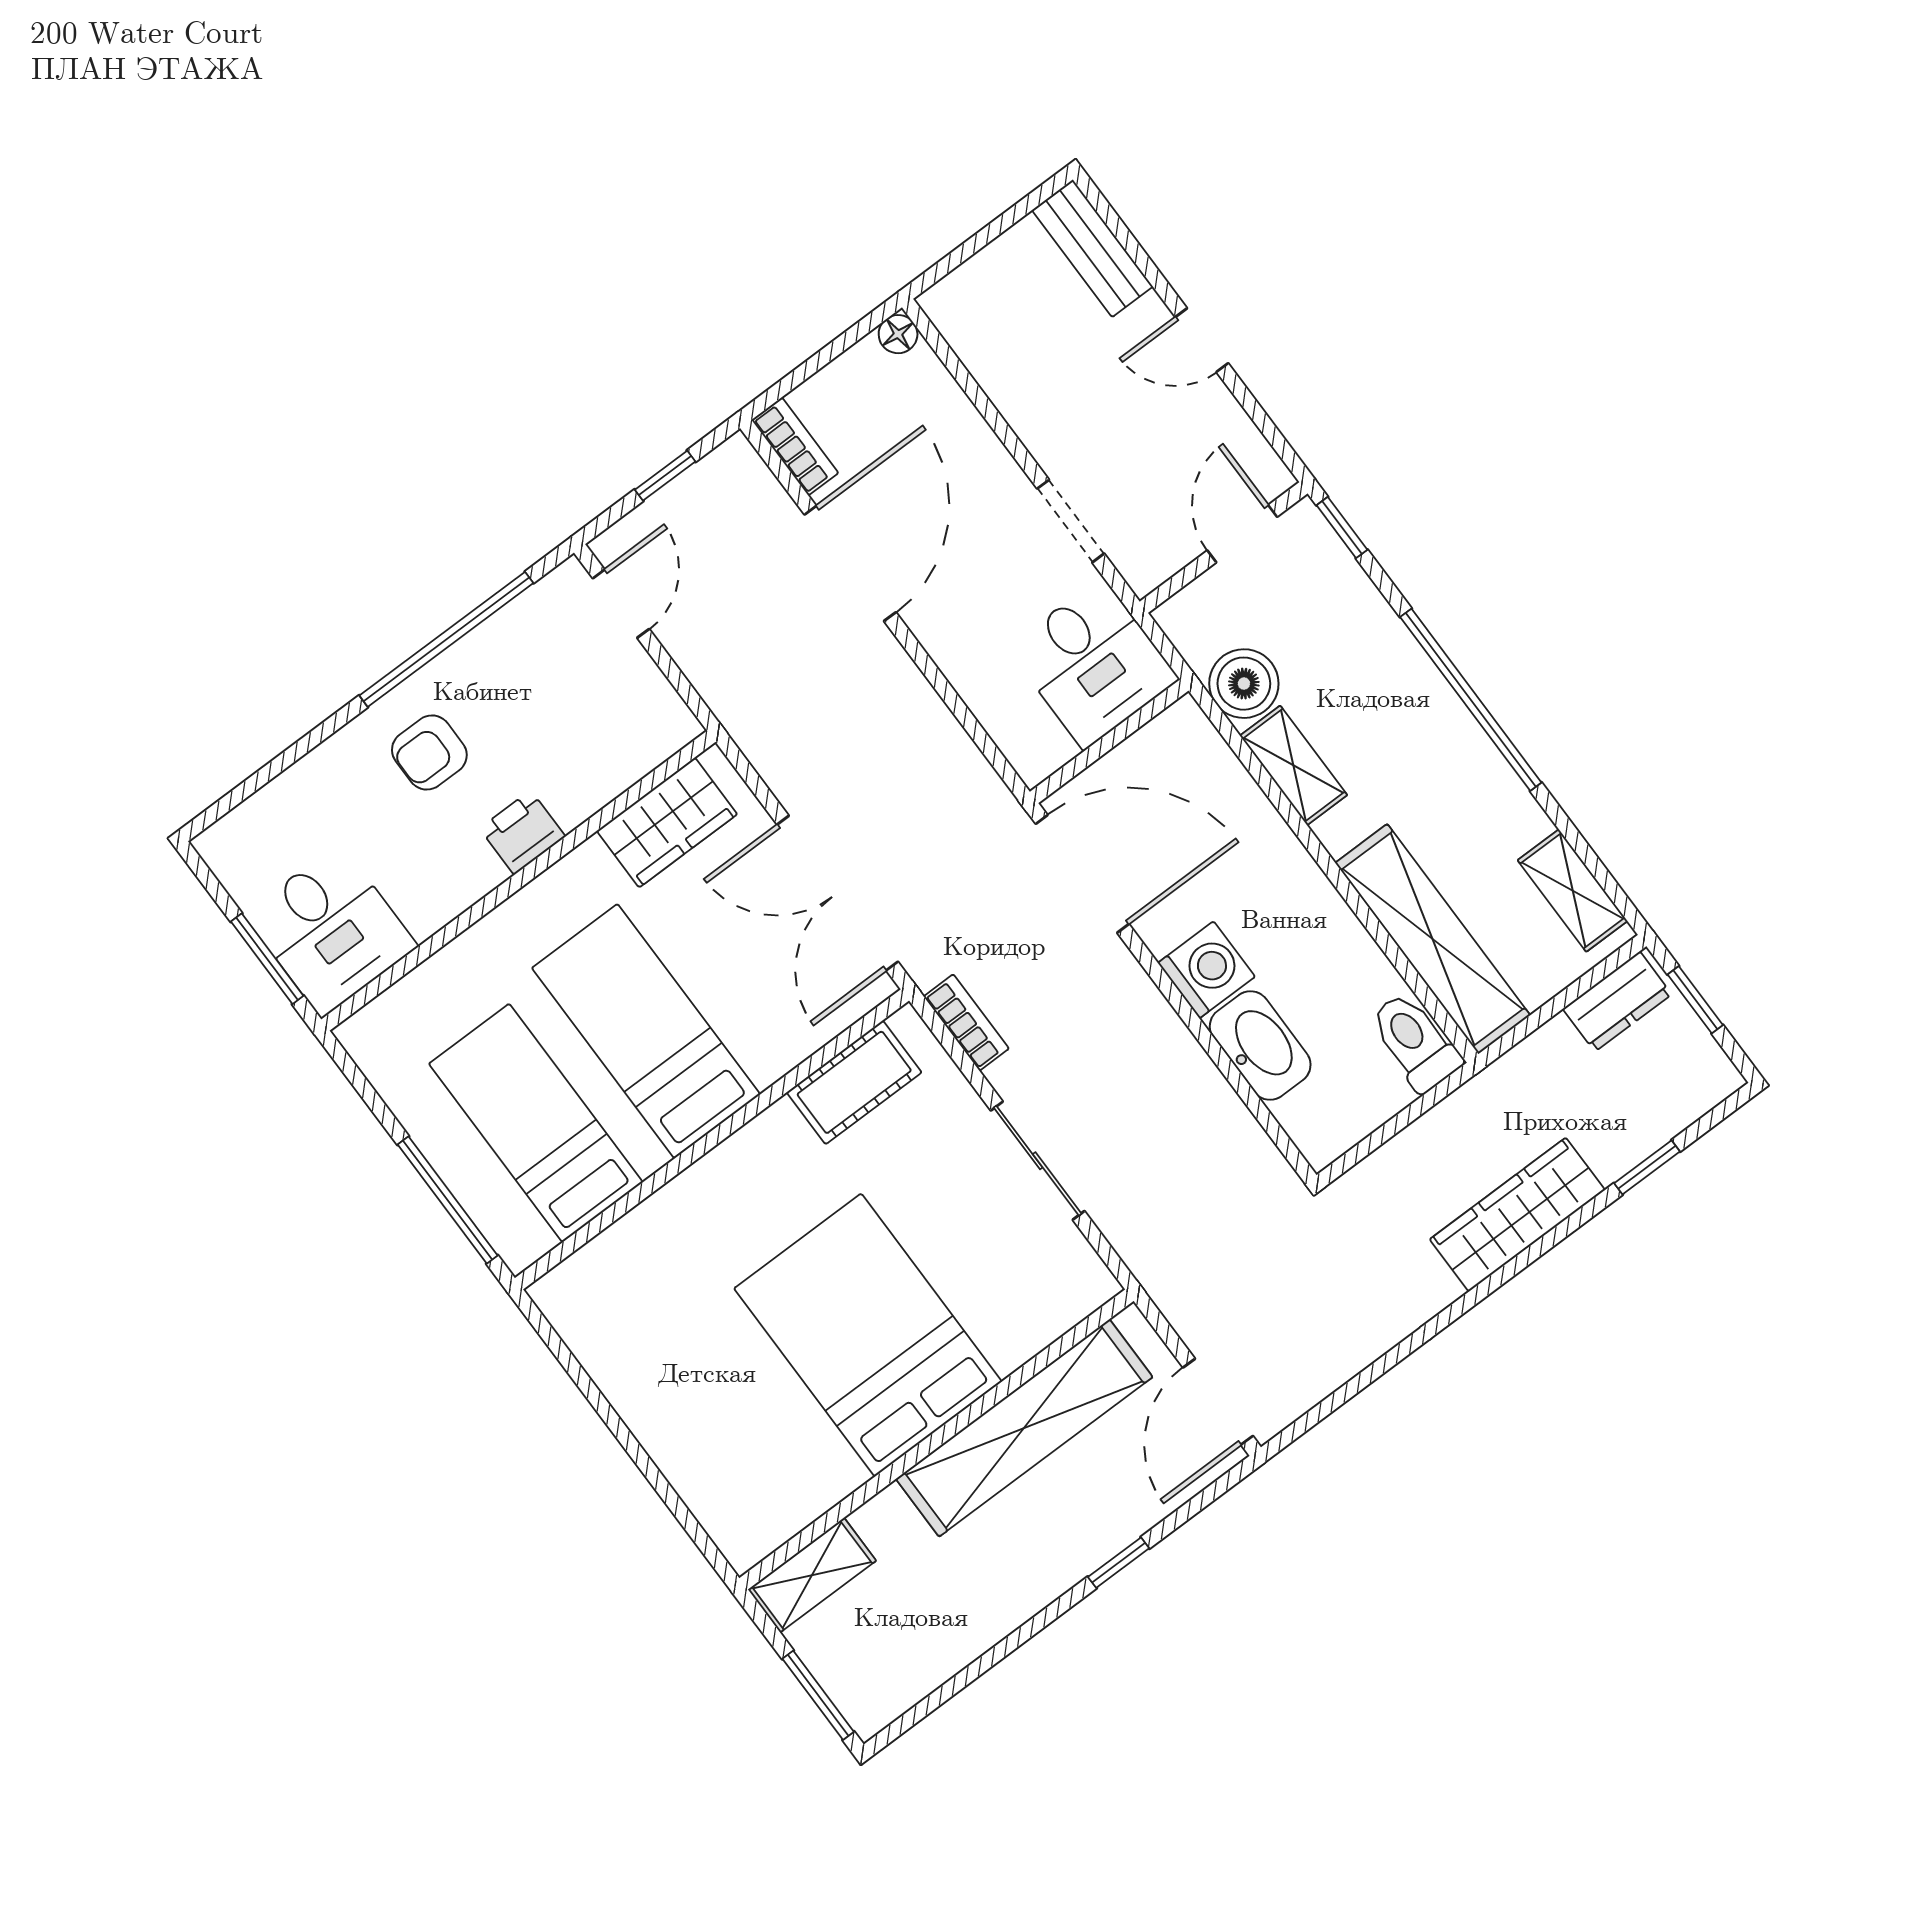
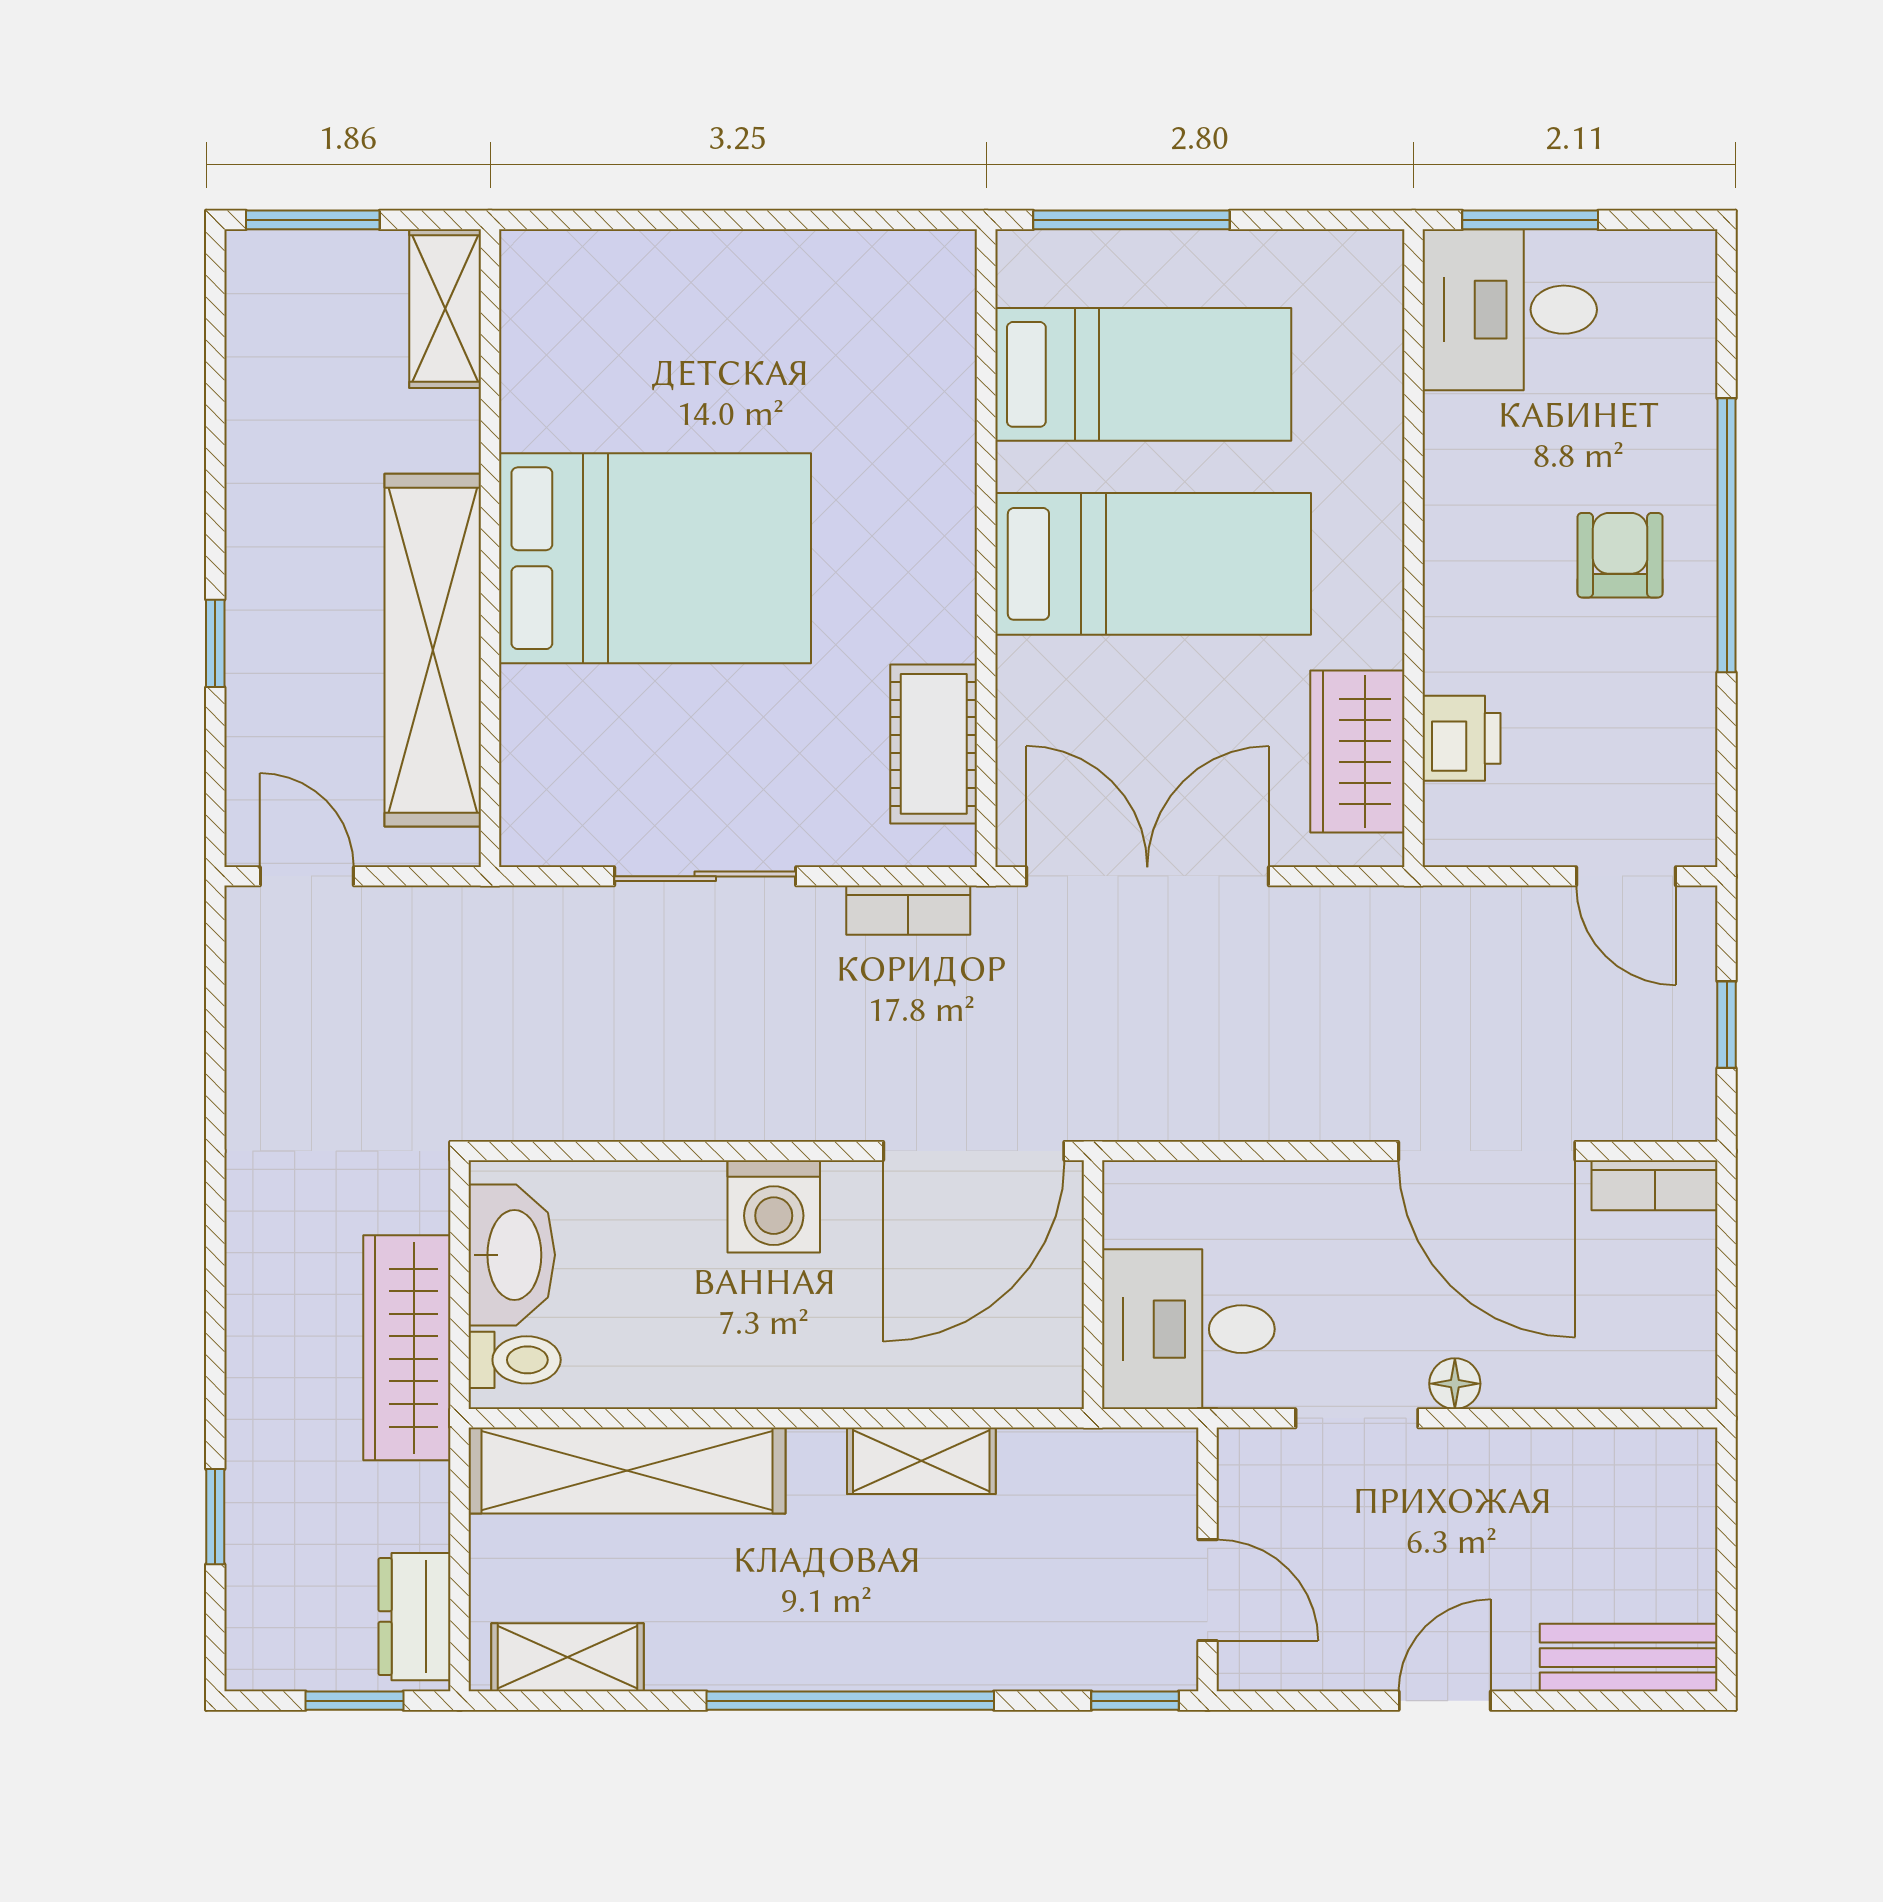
floor lamp: (898, 334) -> (1455, 1384), moved
window: (446, 639) -> (1727, 535), moved
boiler: (1244, 684) -> (1047, 1473), removed
printer: (522, 832) -> (1462, 738), moved
toilet: (1415, 1042) -> (515, 1360), width x0.73, depth x0.72
washbasin: (1260, 1046) -> (512, 1255), moved, turned -90
wardrobe: (1517, 1215) -> (407, 1348), moved, turned 180
door: (1218, 1402) -> (307, 876), width x0.73

